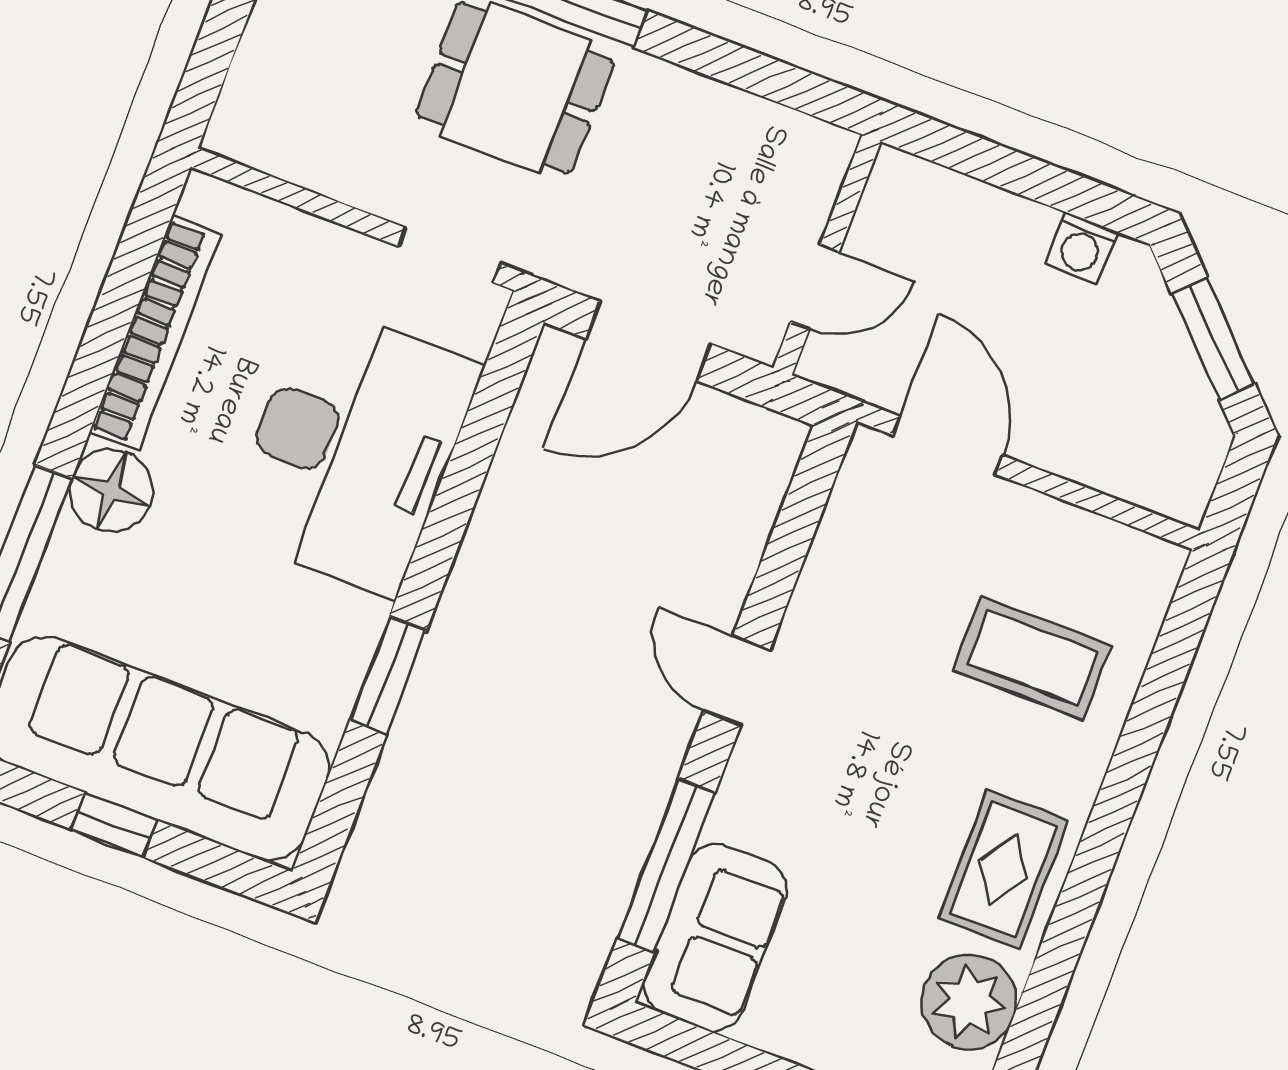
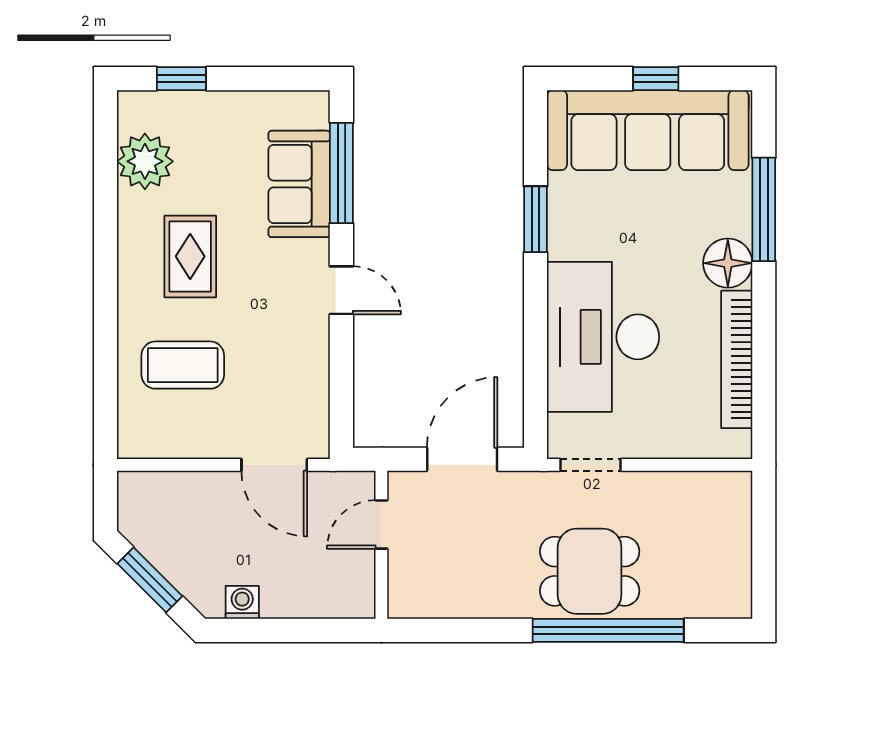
rug: (1004, 869) -> (190, 256), moved
sofa: (715, 937) -> (299, 184), moved

